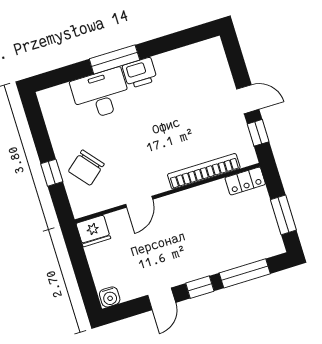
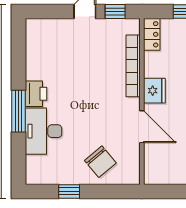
window: (52, 173) -> (69, 191), moved
door: (139, 202) -> (142, 127), width x1.38
fridge: (93, 231) -> (154, 91), moved

